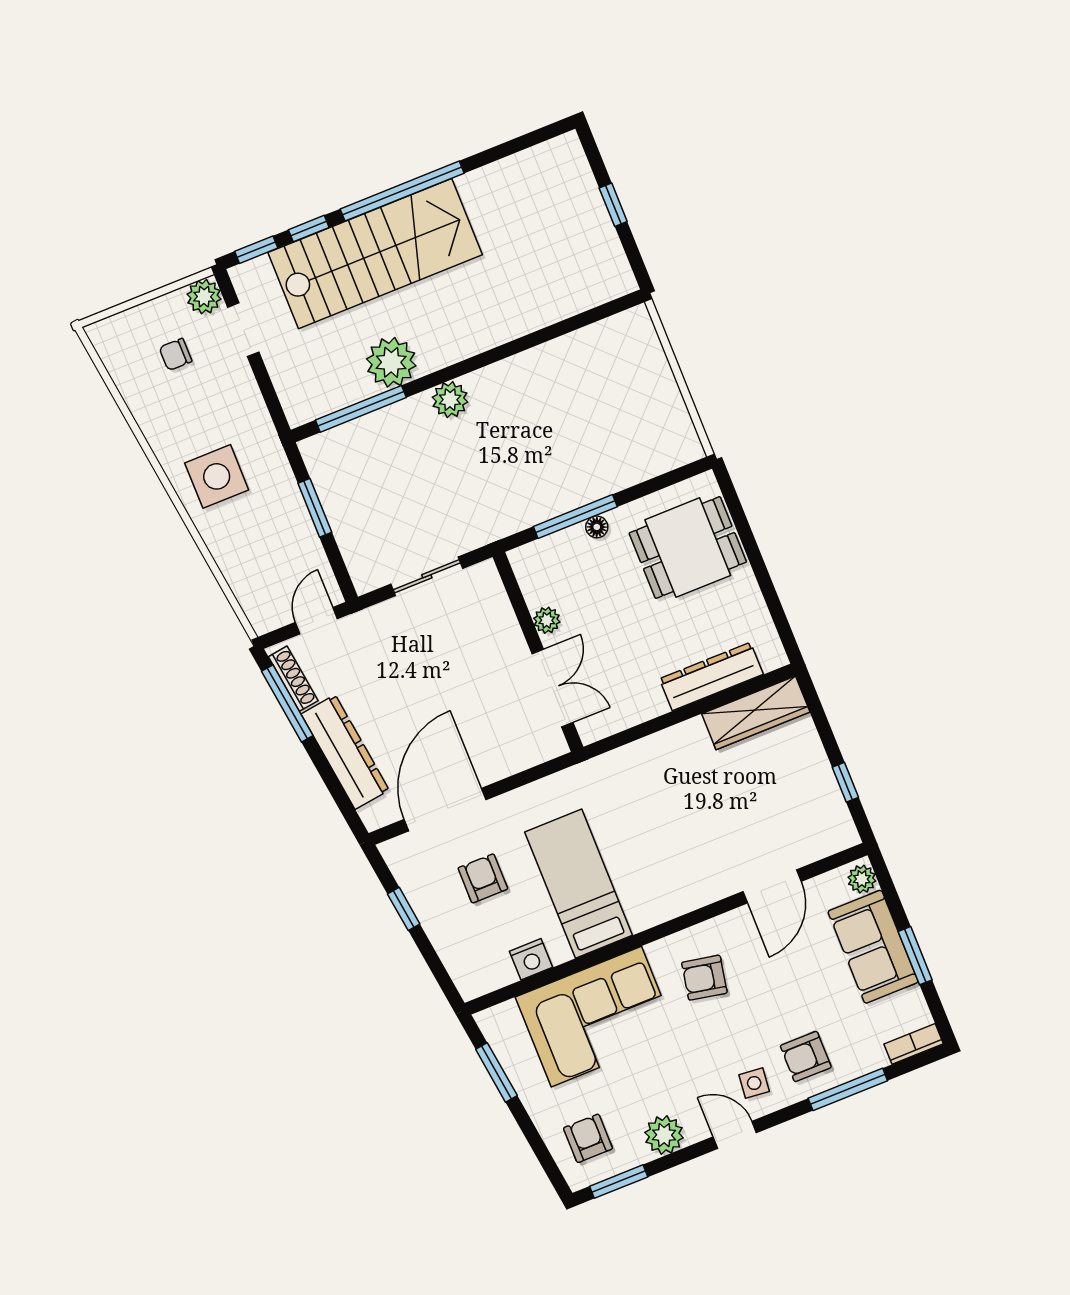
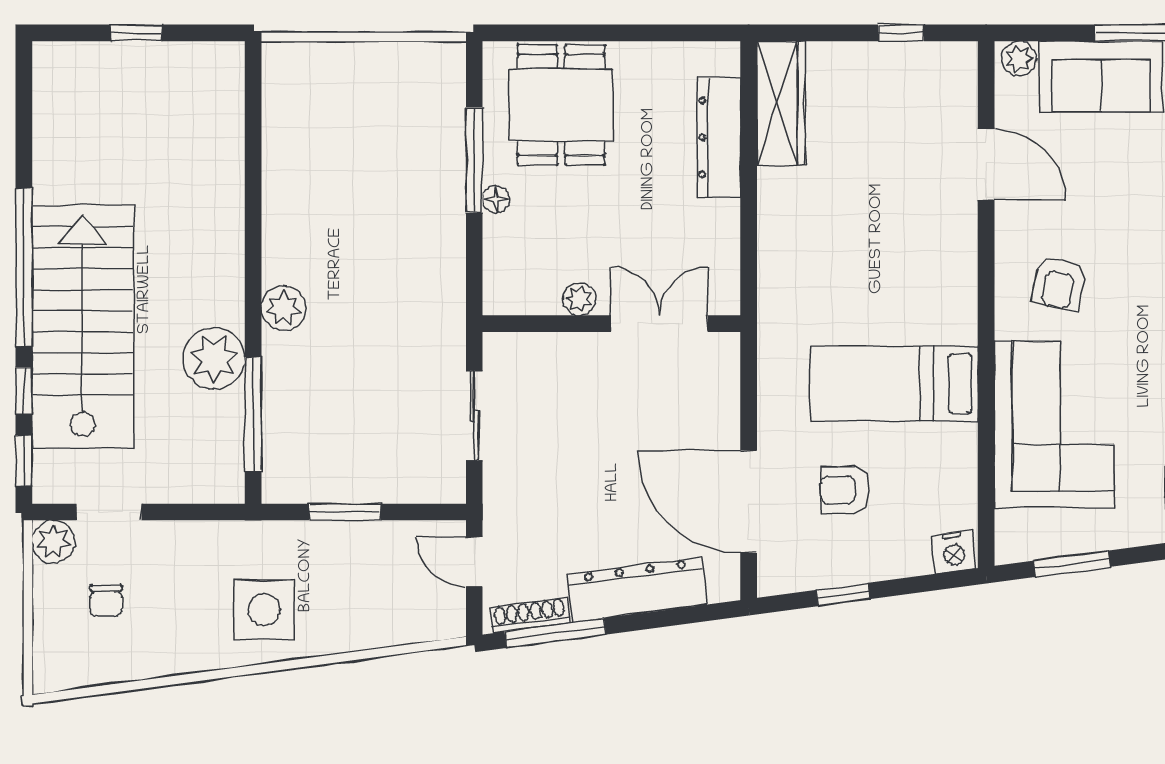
window: (575, 517) -> (474, 160), moved
nightstand: (531, 959) -> (954, 552), moved, turned 82

